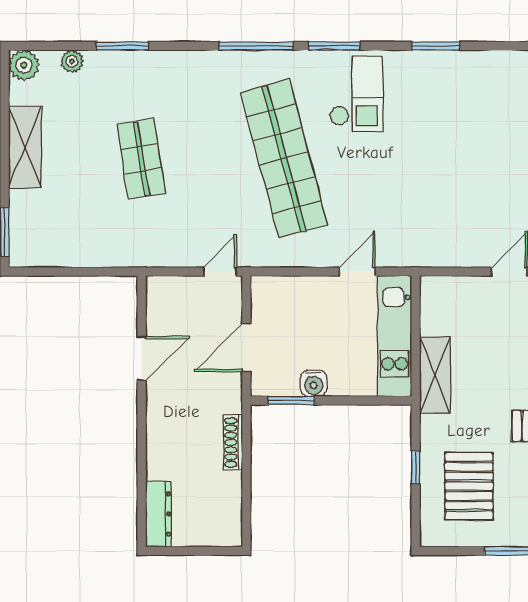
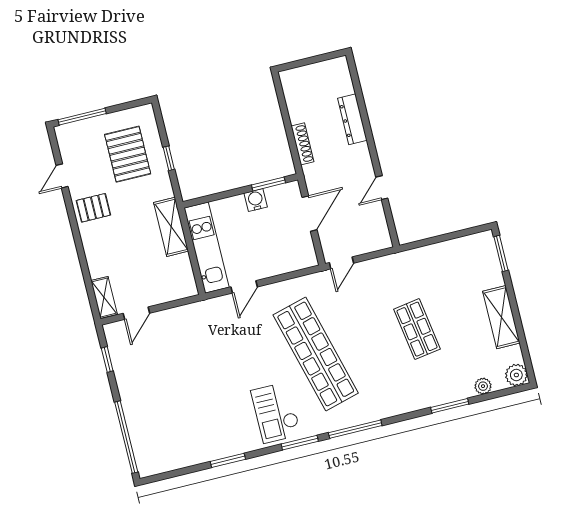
door: (142, 358) -> (382, 188), width x0.73
dresser: (159, 514) -> (352, 119), moved

